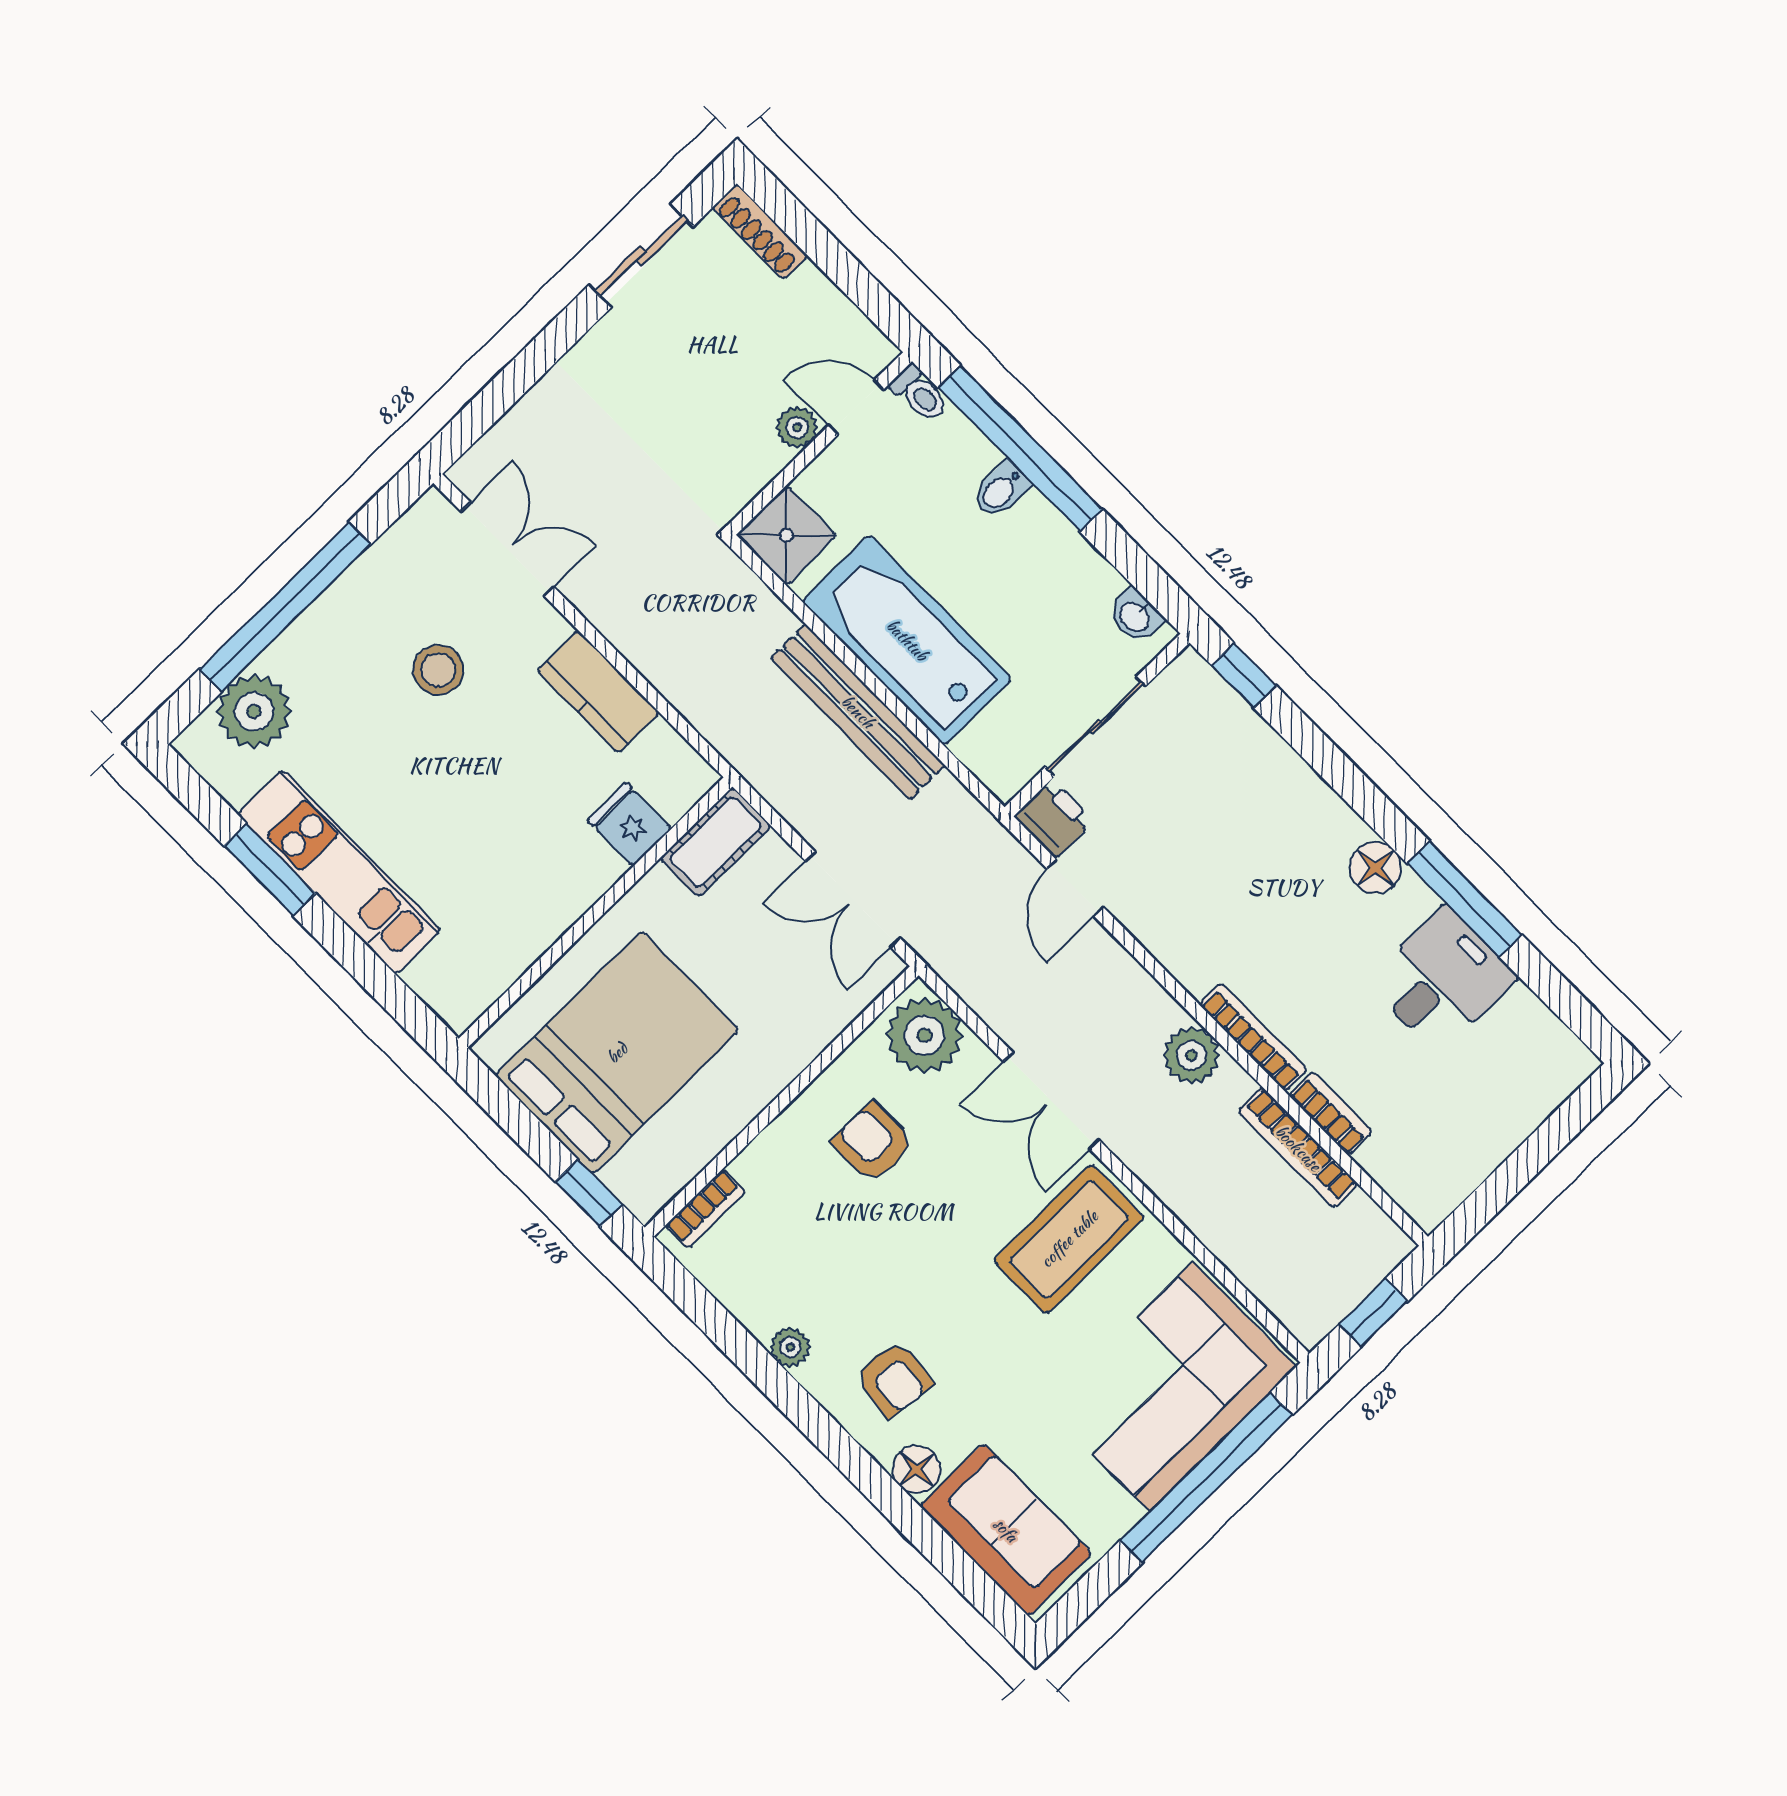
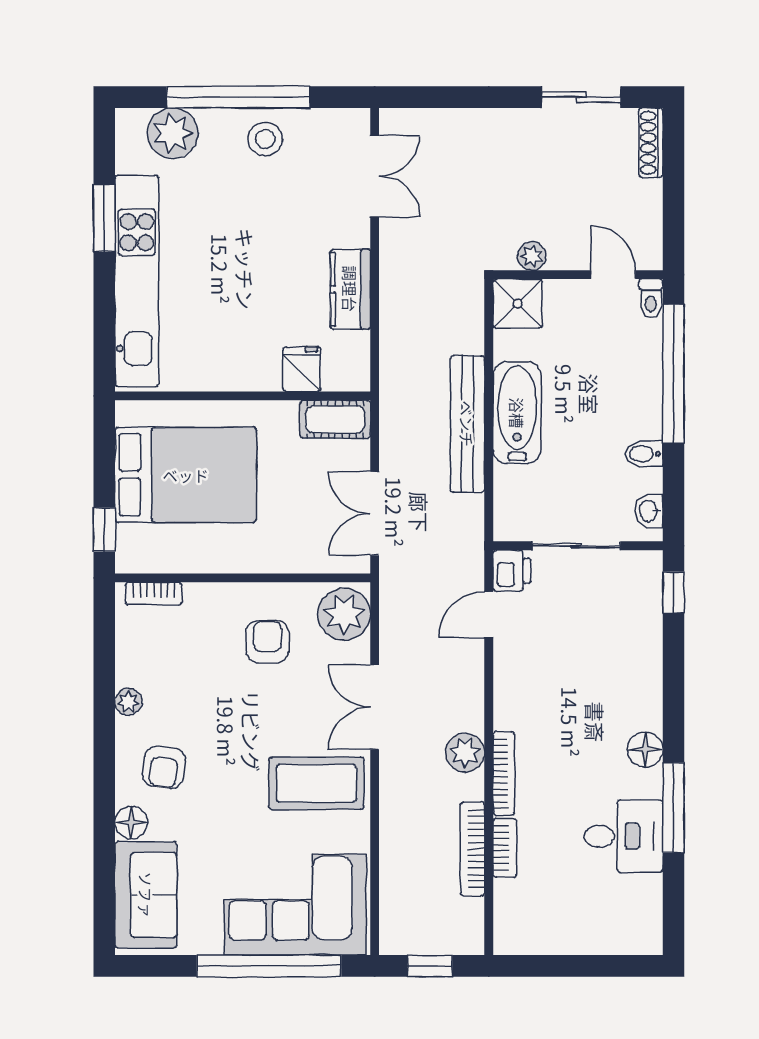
plant: (797, 428) -> (532, 256), moved
bidet: (1001, 490) -> (644, 454), moved
bathtub: (907, 640) -> (517, 413), width x0.73, depth x0.73
stool: (438, 670) -> (265, 139), moved
kitchen unit: (339, 872) -> (137, 281), width x1.36

